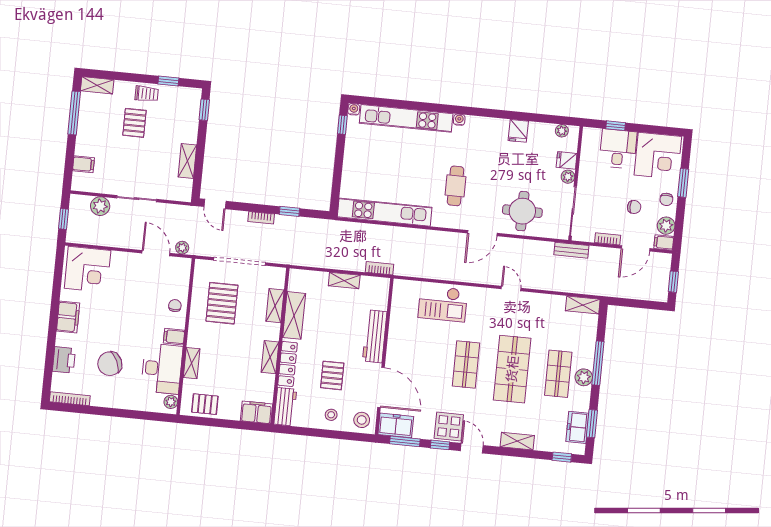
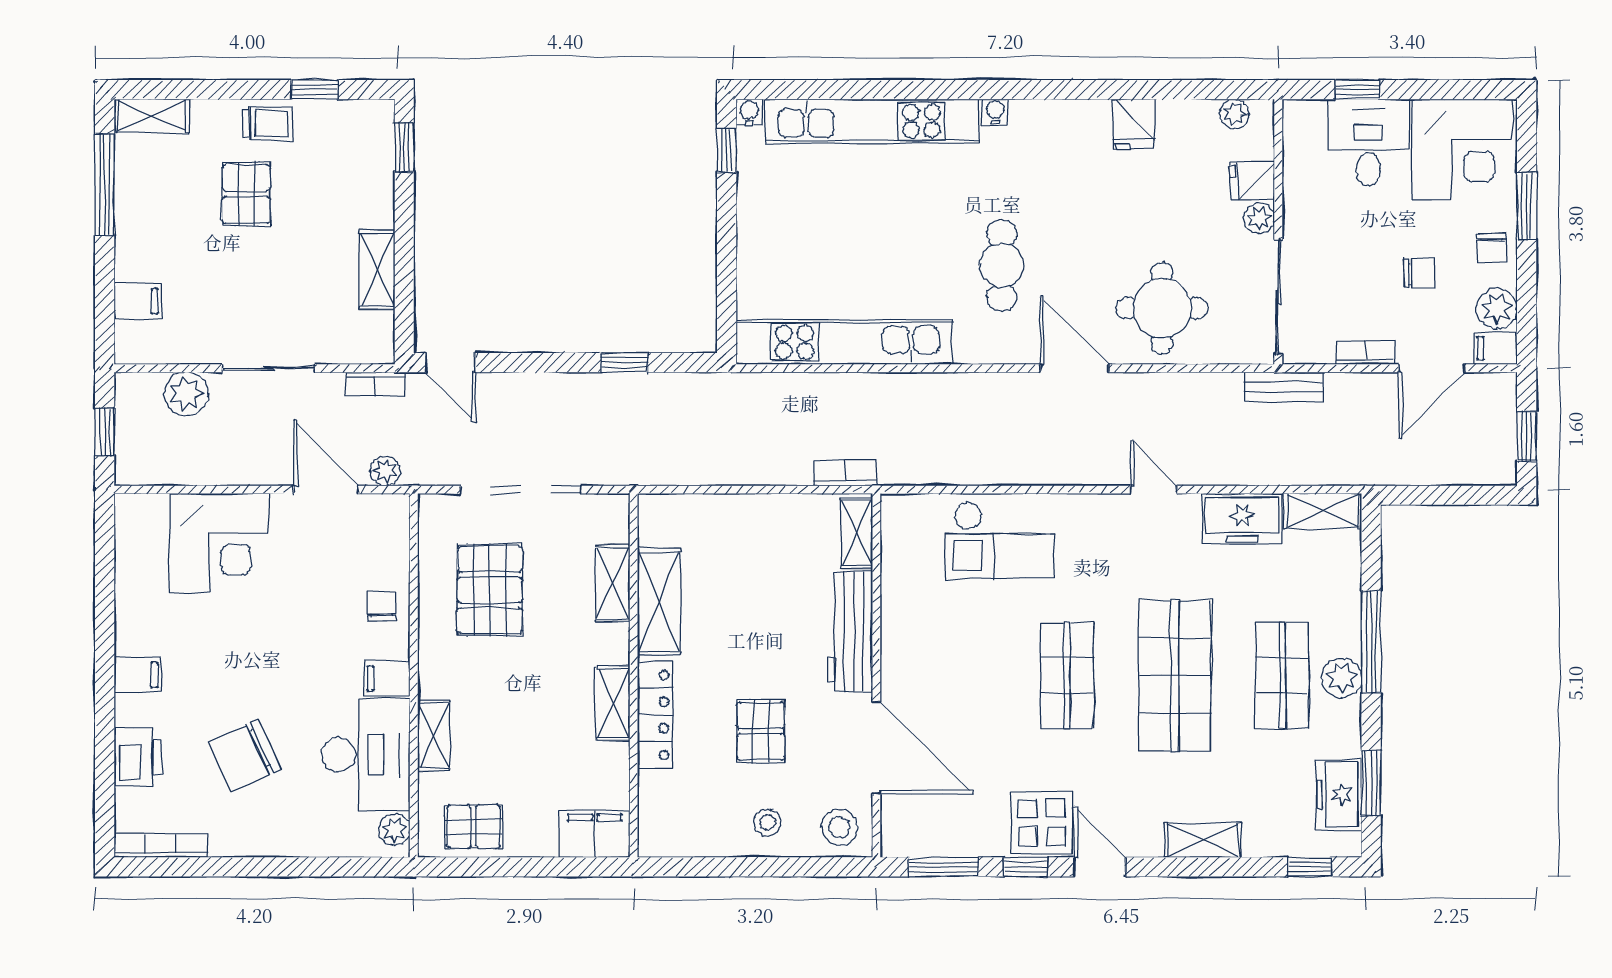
bookcase: (261, 218) -> (375, 384), moved
door: (482, 233) -> (1074, 368), swing flipped
corner desk: (88, 269) -> (219, 543), moved
shelving: (344, 280) -> (857, 533), moved, turned 90
filing cabinet: (68, 317) -> (138, 675), width x0.50
workbench: (285, 407) -> (660, 814), removed
freezer: (396, 425) -> (1242, 519), moved, turned 180

